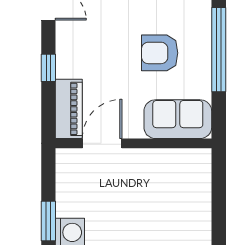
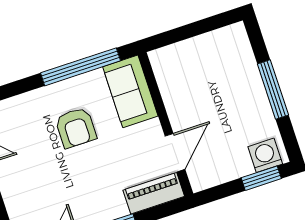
window: (219, 50) -> (81, 67), moved
door: (102, 143) -> (175, 153), swing flipped

